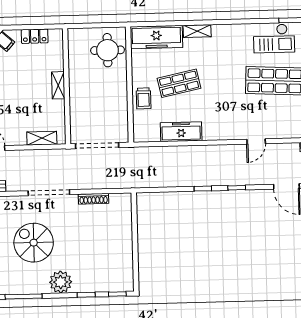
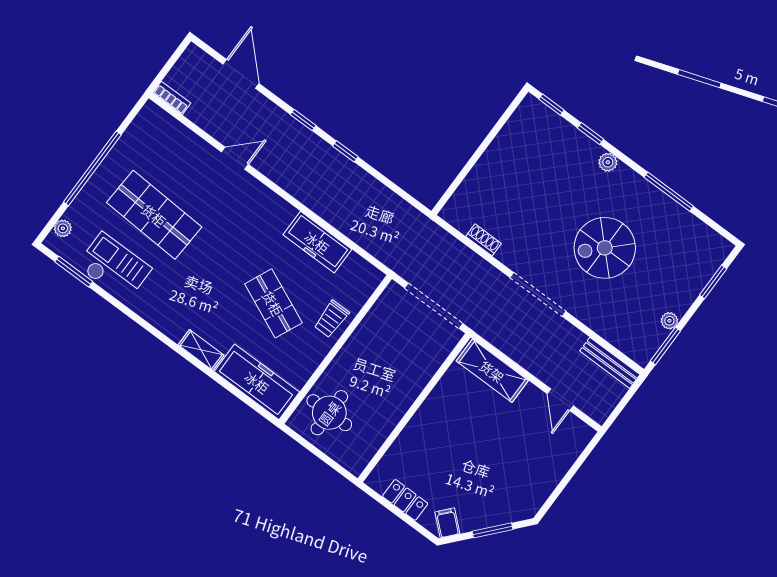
shop shelf: (179, 83) -> (273, 303), turned 36
shelving: (58, 85) -> (423, 417), removed
trolley: (144, 98) -> (331, 319), turned 180
shelving: (42, 138) -> (492, 371), width x1.50, depth x1.33
shoe rack: (94, 199) -> (484, 240), width x0.70
spiral stairs: (34, 243) -> (605, 248), turned 90
plant: (61, 282) -> (608, 162), width x0.53, depth x0.53

